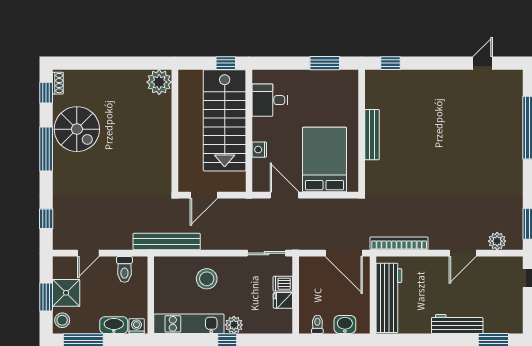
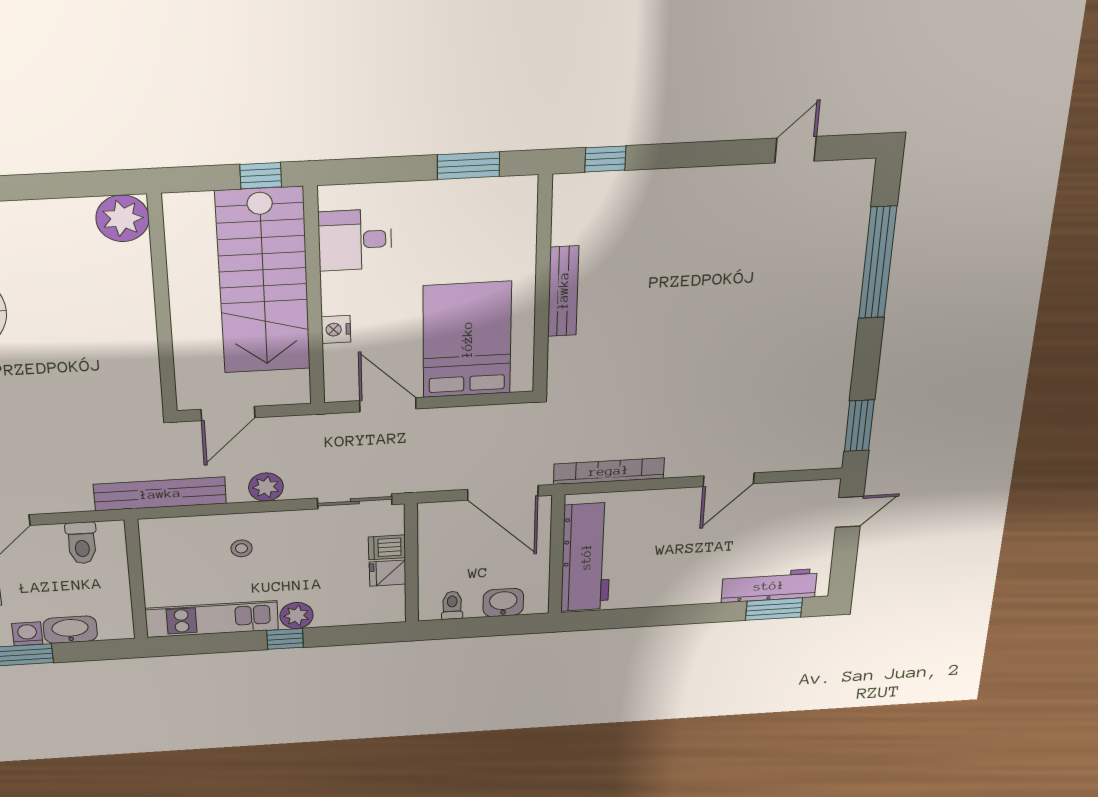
plant: (497, 241) -> (266, 487), moved
stool: (207, 279) -> (242, 548), width x0.53, depth x0.53
workbench: (457, 324) -> (769, 586), moved
washing machine: (137, 326) -> (27, 634), moved

